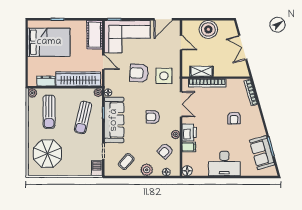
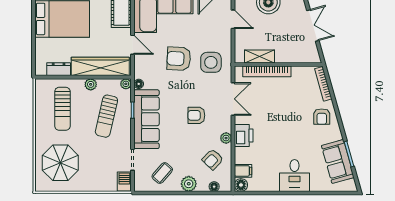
double door: (243, 47) -> (313, 25), swing flipped
plant: (32, 93) -> (91, 84), moved
armchair: (234, 118) -> (322, 117), moved
filing cabinet: (189, 147) -> (243, 171), moved
desk: (224, 163) -> (295, 176), width x0.73

